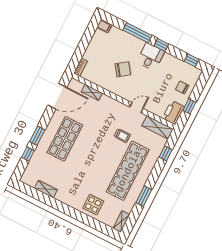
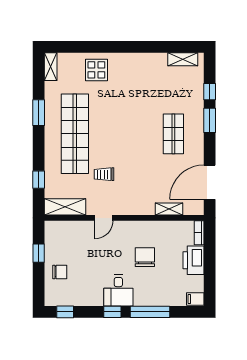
chair: (123, 69) -> (145, 257), turned 126
printer: (173, 113) -> (194, 260), moved, turned 180
shop shelf: (65, 139) -> (173, 134), width x0.70, depth x0.74
shelving: (46, 189) -> (183, 59), moved

